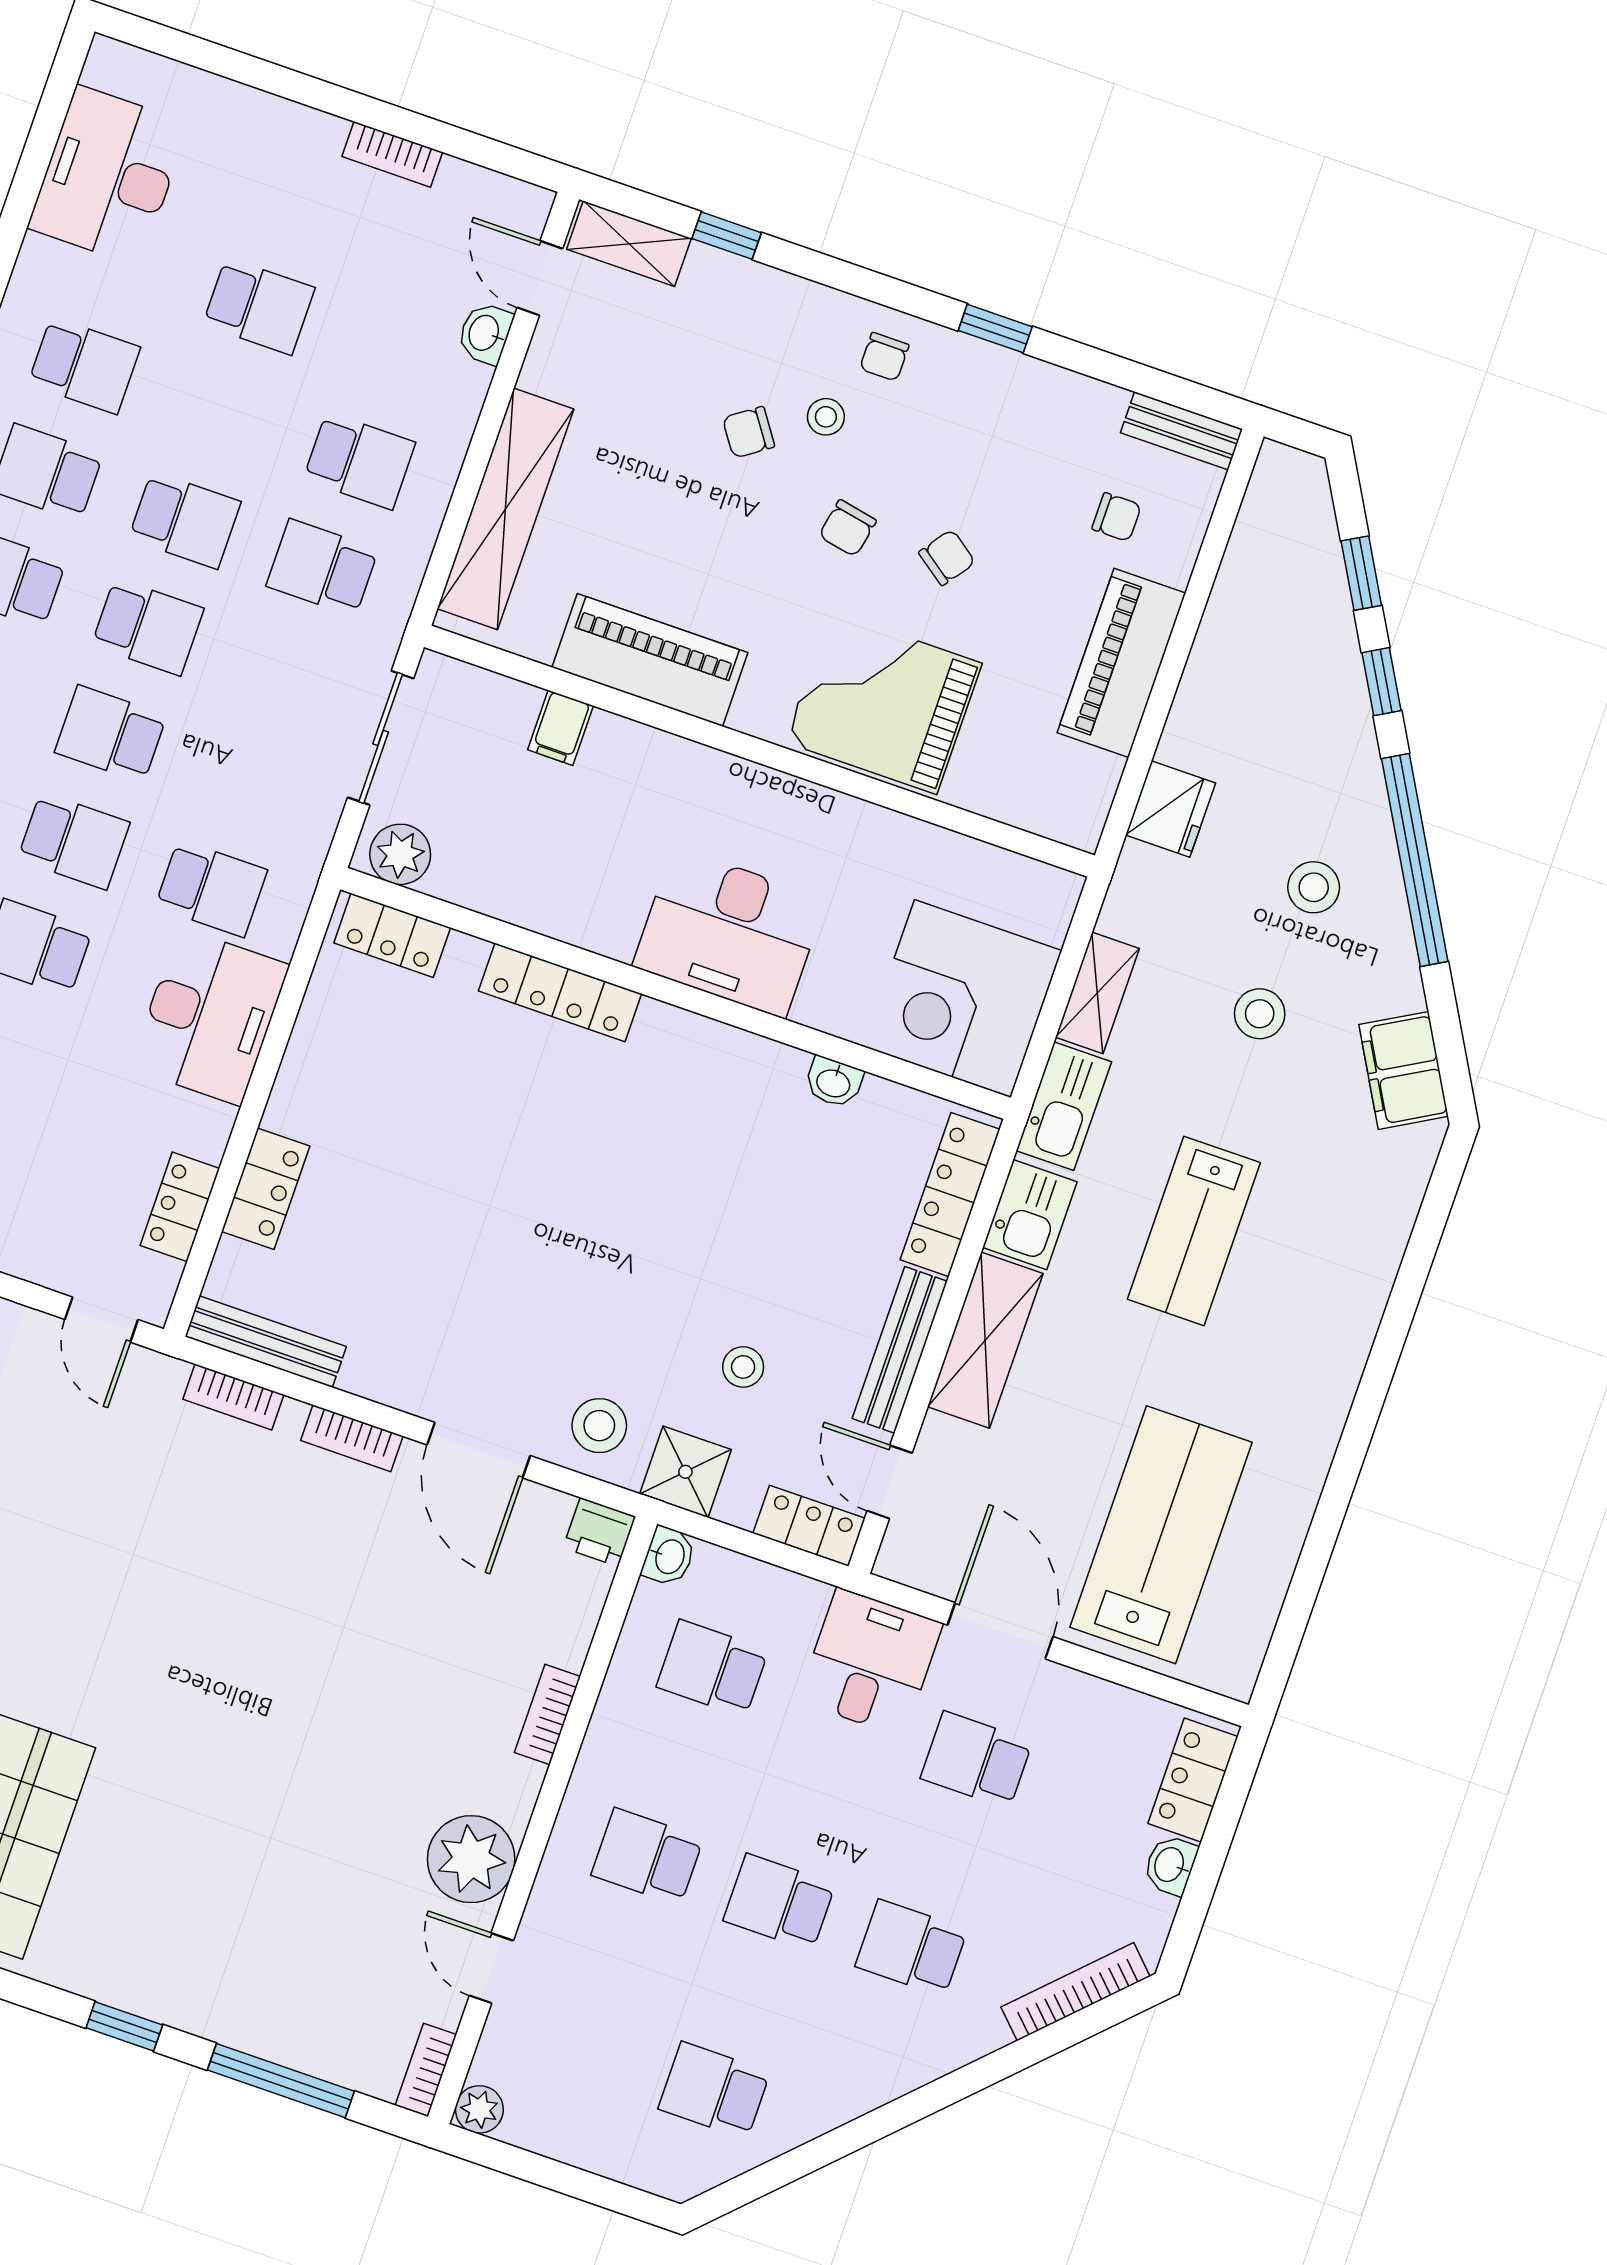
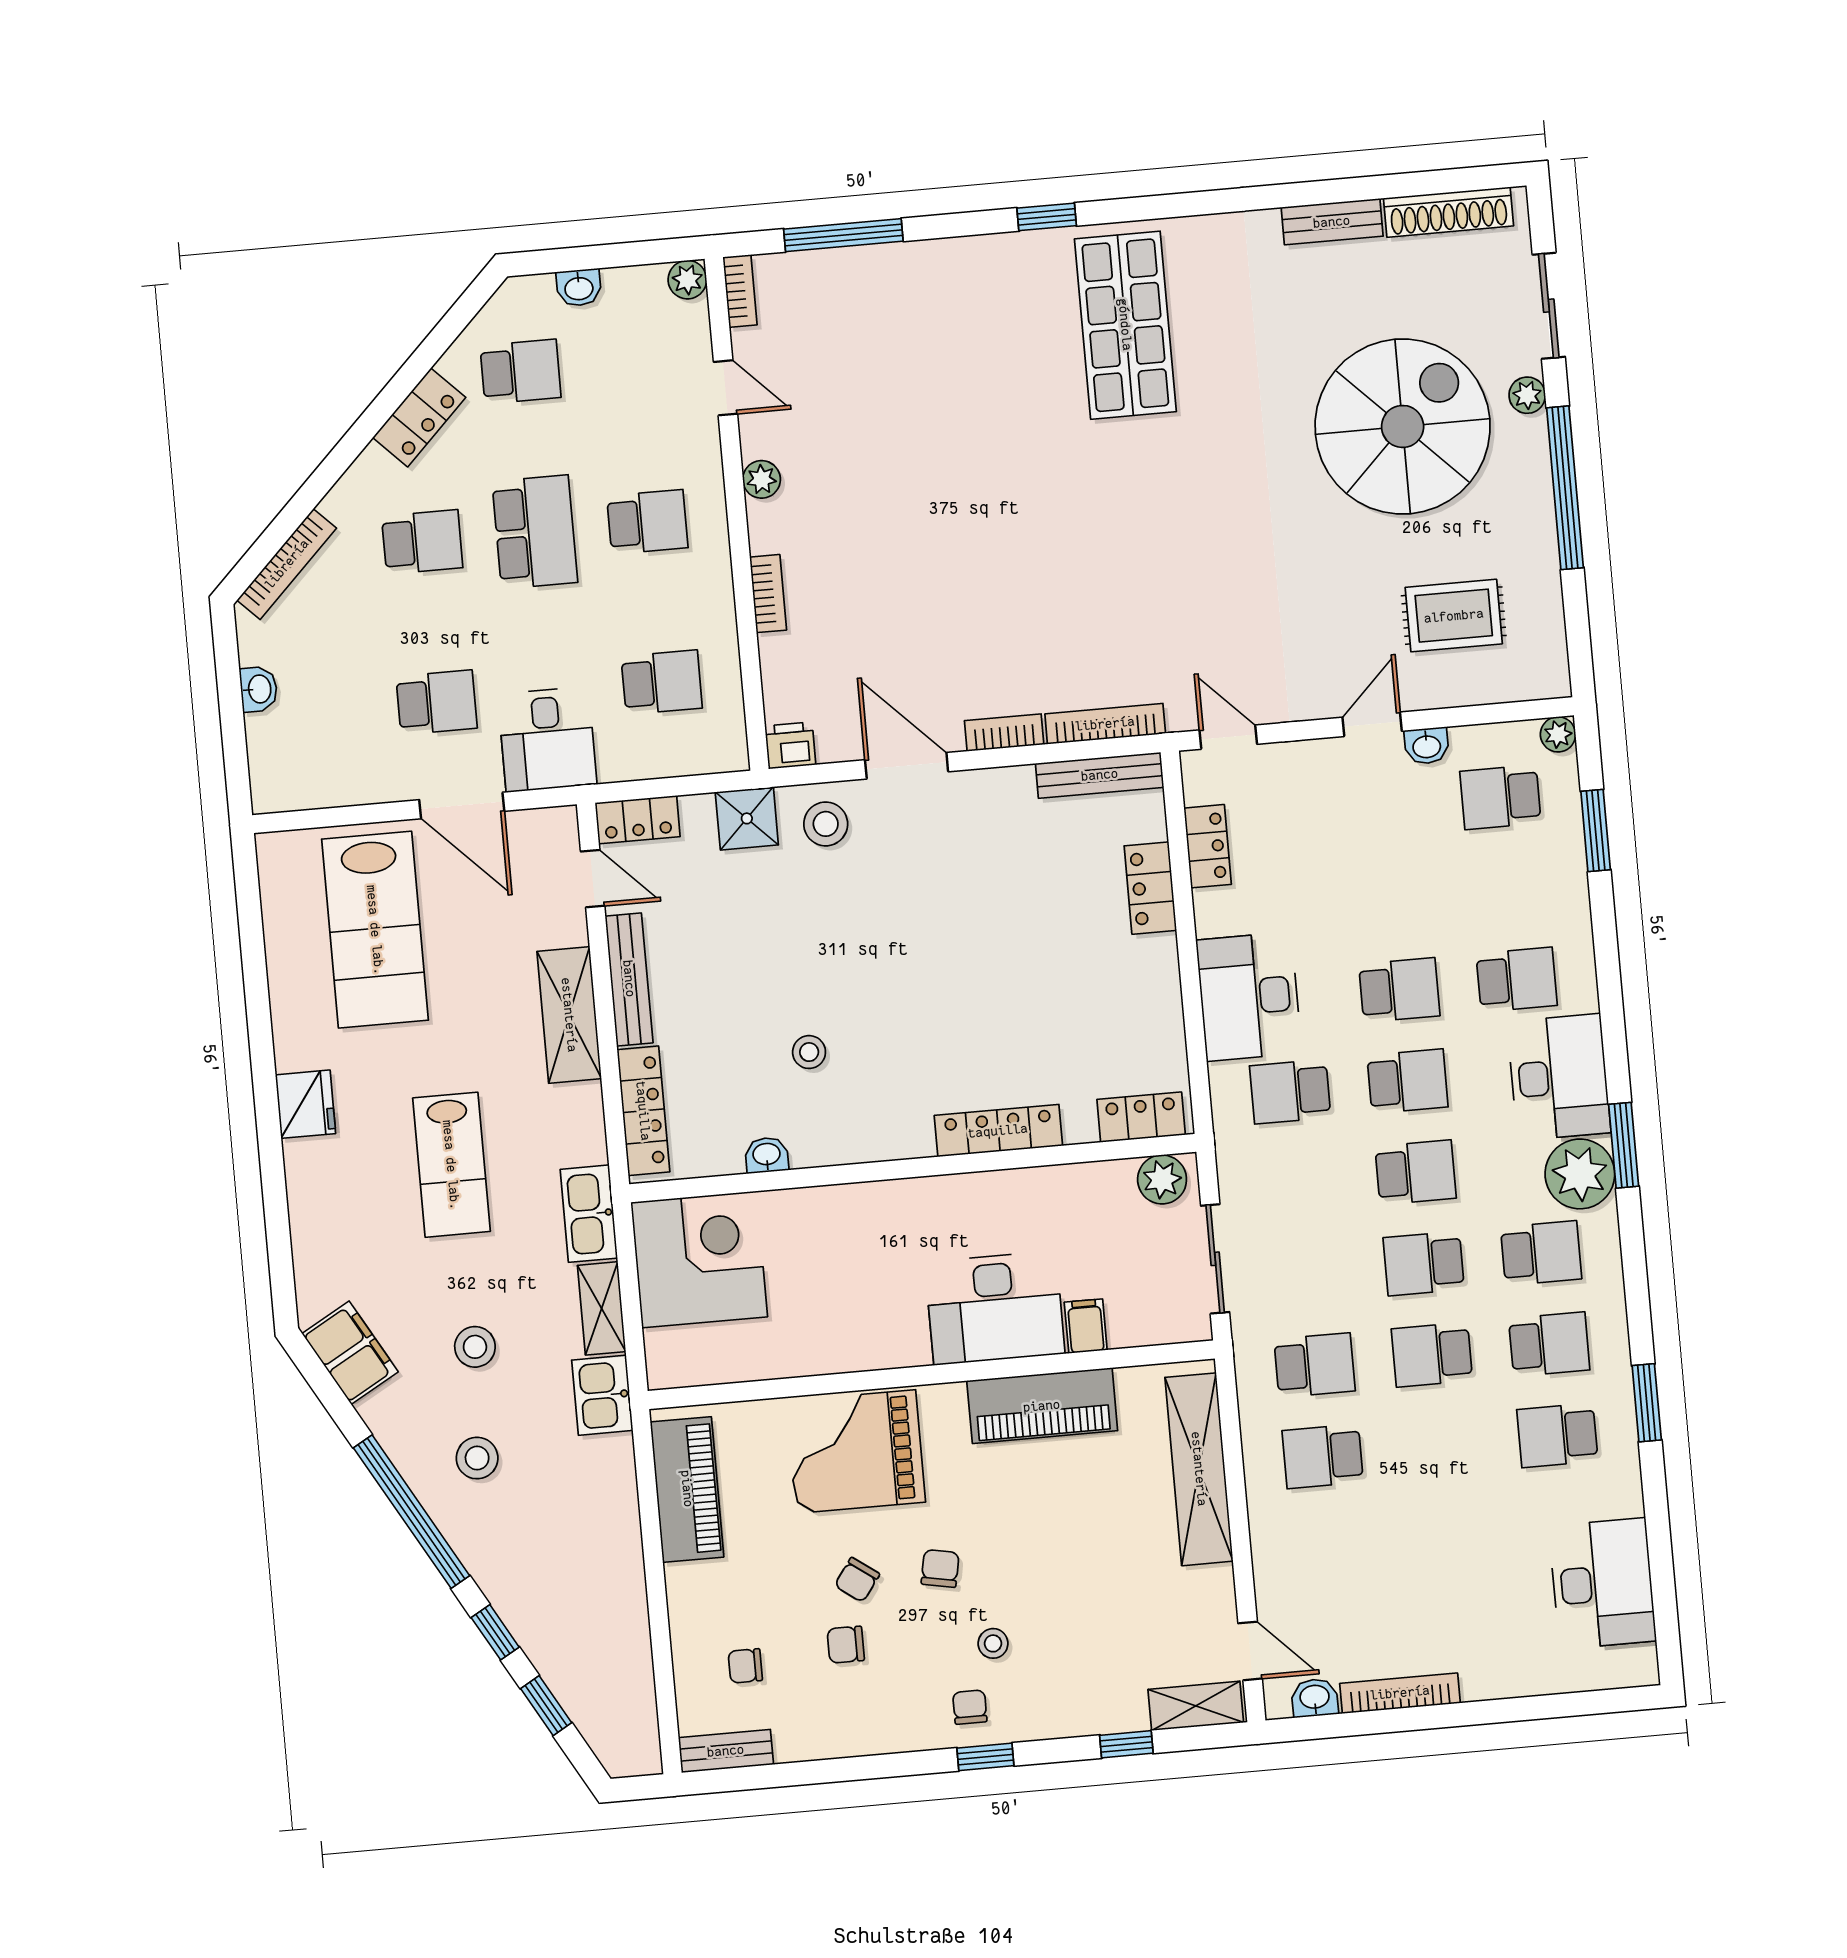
bookcase: (392, 154) -> (1400, 1693), width x1.56
school desk: (259, 306) -> (1448, 1537), removed
window: (995, 329) -> (985, 1757), moved
washbasin: (485, 333) -> (1315, 1698), moved, turned -90
chair: (749, 432) -> (846, 1645), moved, turned -145
piano: (1121, 663) -> (687, 1489), moved
grand piano: (883, 703) -> (856, 1452), turned 180
fridge: (1170, 809) -> (305, 1104), moved, turned 180
school desk: (74, 841) -> (1407, 1081), turned 180
desk: (729, 932) -> (995, 1308), moved, turned 180
kitchen sink: (1030, 1215) -> (602, 1395), moved
lab bench: (1194, 1231) -> (451, 1165), turned 180
stool: (743, 1367) -> (809, 1052), moved
bookcase: (233, 1397) -> (1105, 724), width x1.56
washbasin: (669, 1556) -> (579, 288), moved, turned -90
locker: (1193, 1780) -> (419, 417), moved, turned 45
plant: (471, 1859) -> (762, 479), width x0.53, depth x0.53
school desk: (779, 1902) -> (535, 532), width x1.85
window: (124, 2026) -> (1047, 217), moved

